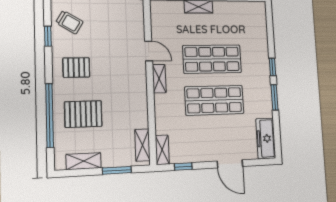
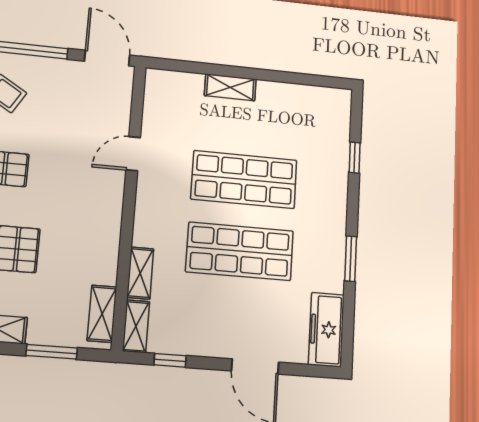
door: (149, 51) -> (133, 154), swing flipped
window: (273, 67) -> (355, 158), moved
shelving: (159, 79) -> (140, 273), moved

